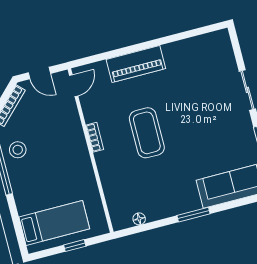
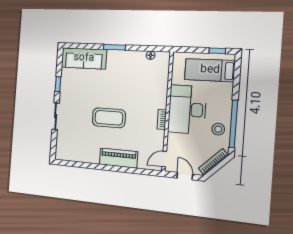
coffee table: (147, 133) -> (109, 118), moved, turned 90
desk: (66, 162) -> (187, 110), added
window: (75, 246) -> (217, 51), moved

